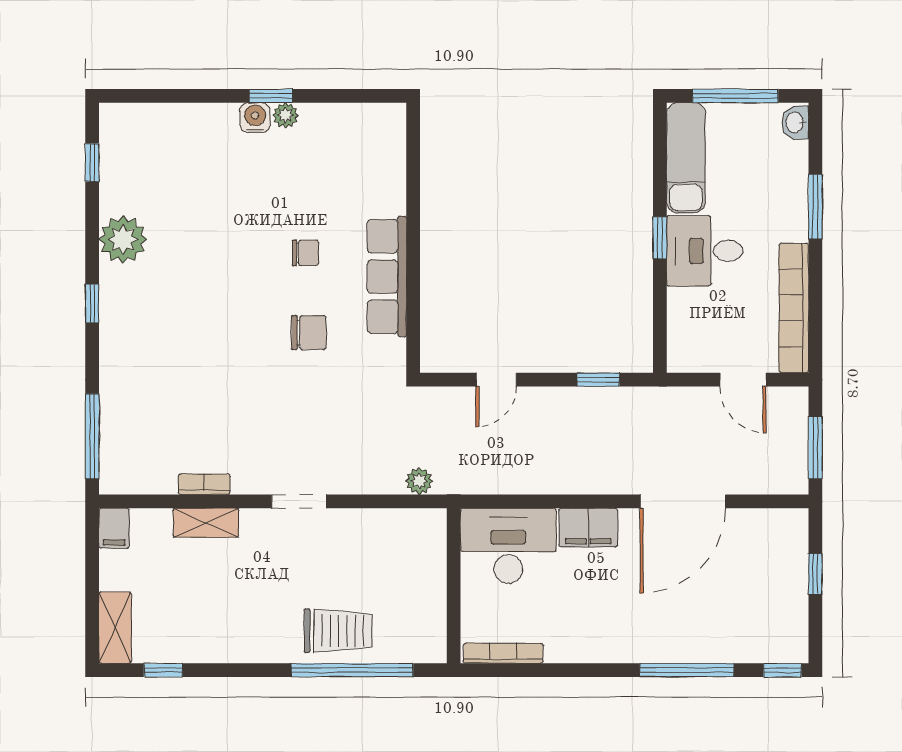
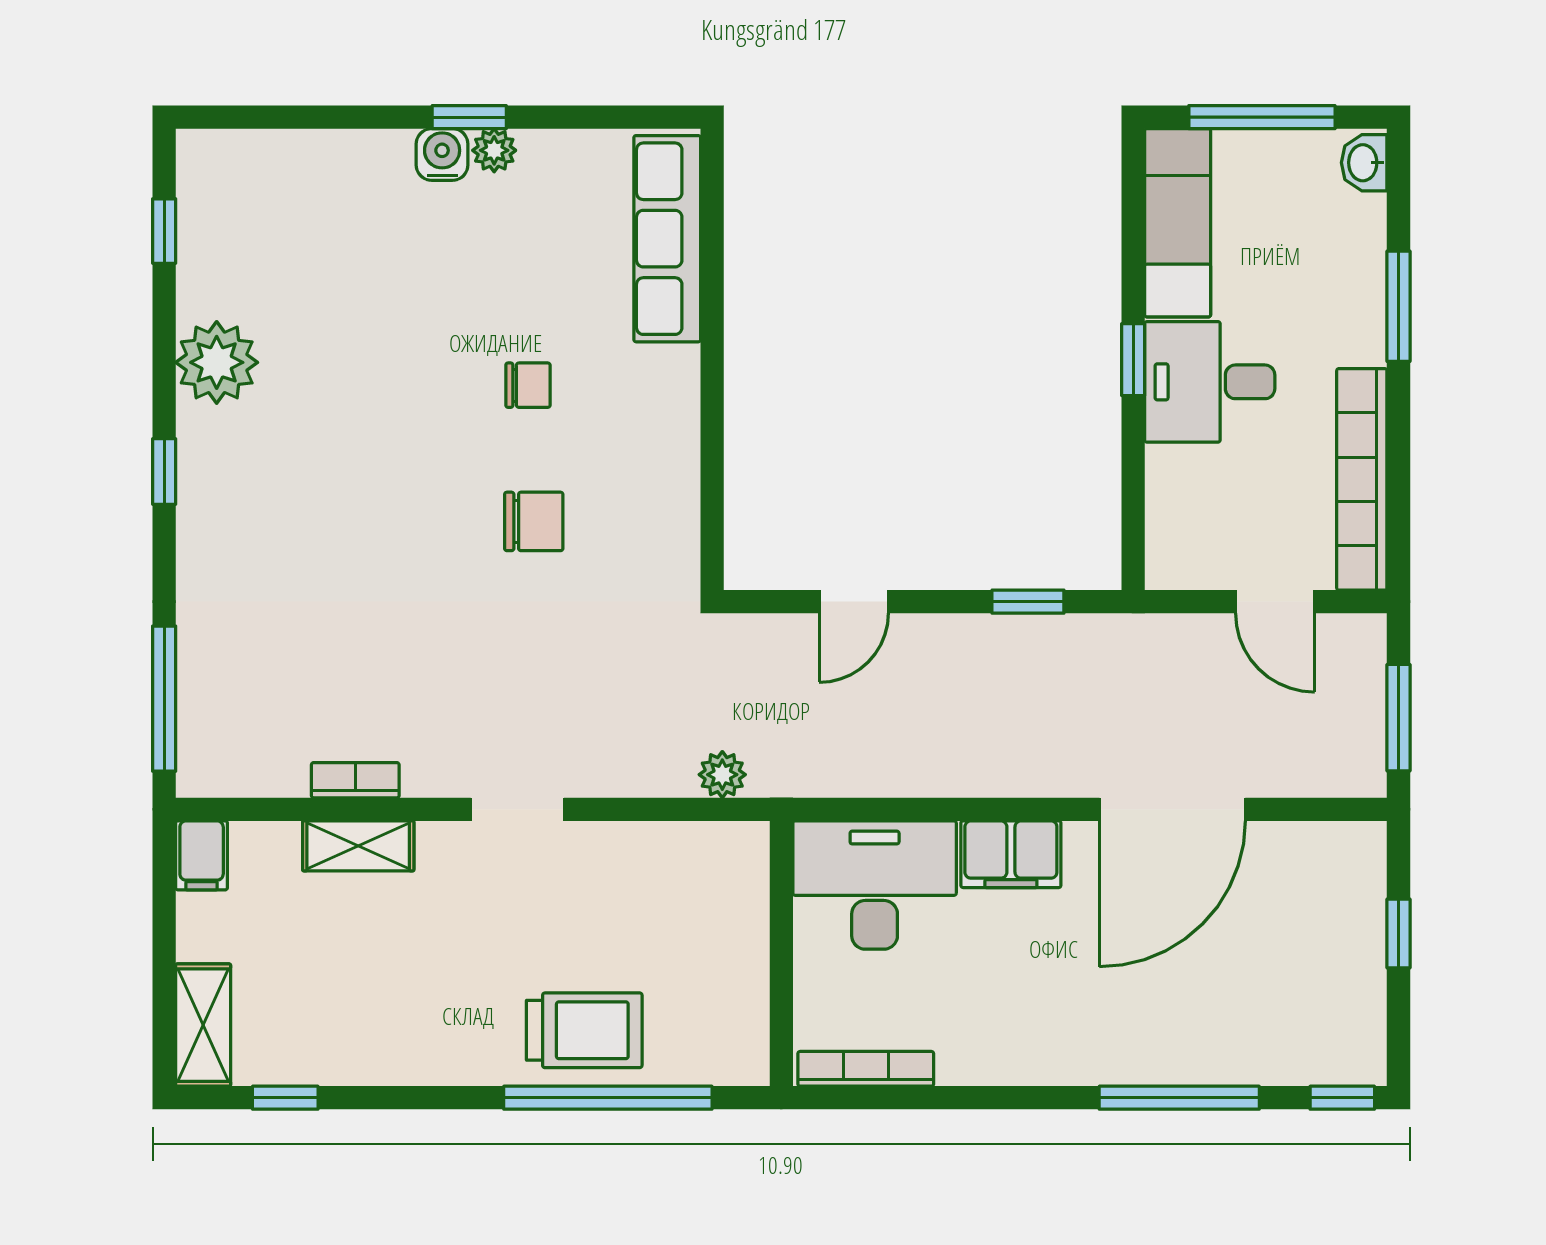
row of seats: (387, 277) -> (667, 239), moved

